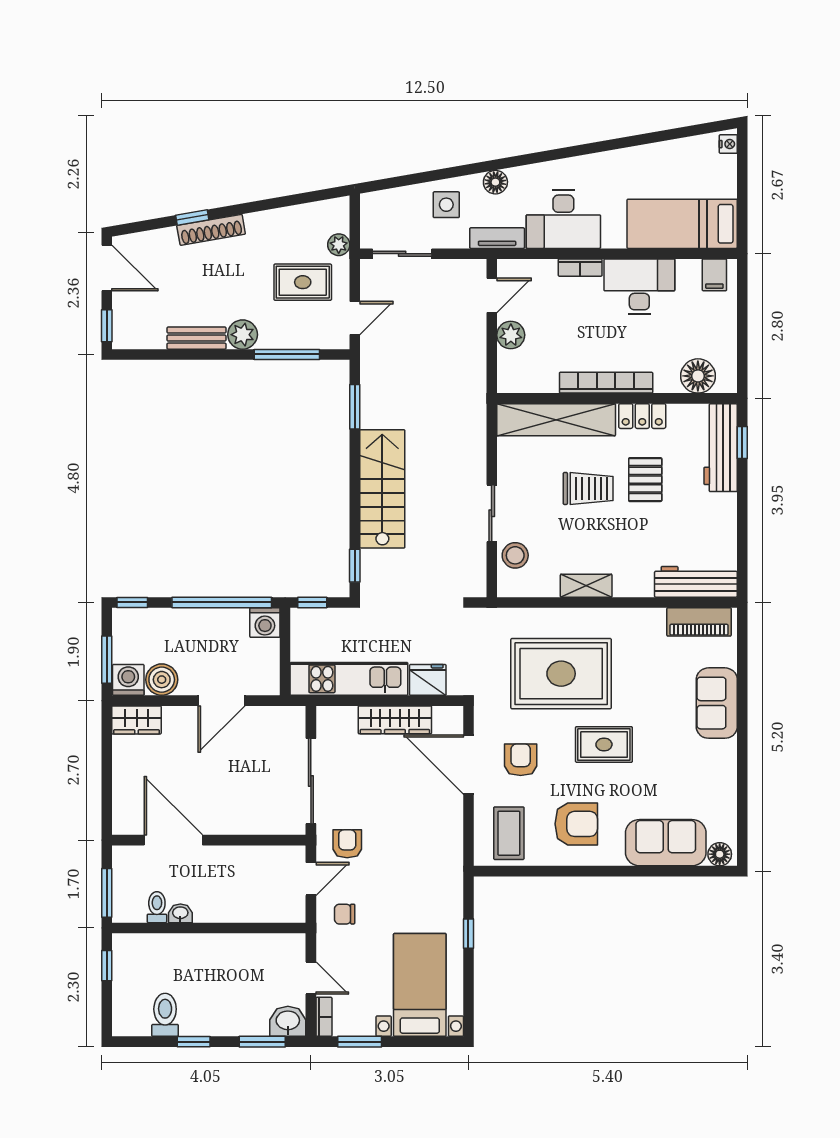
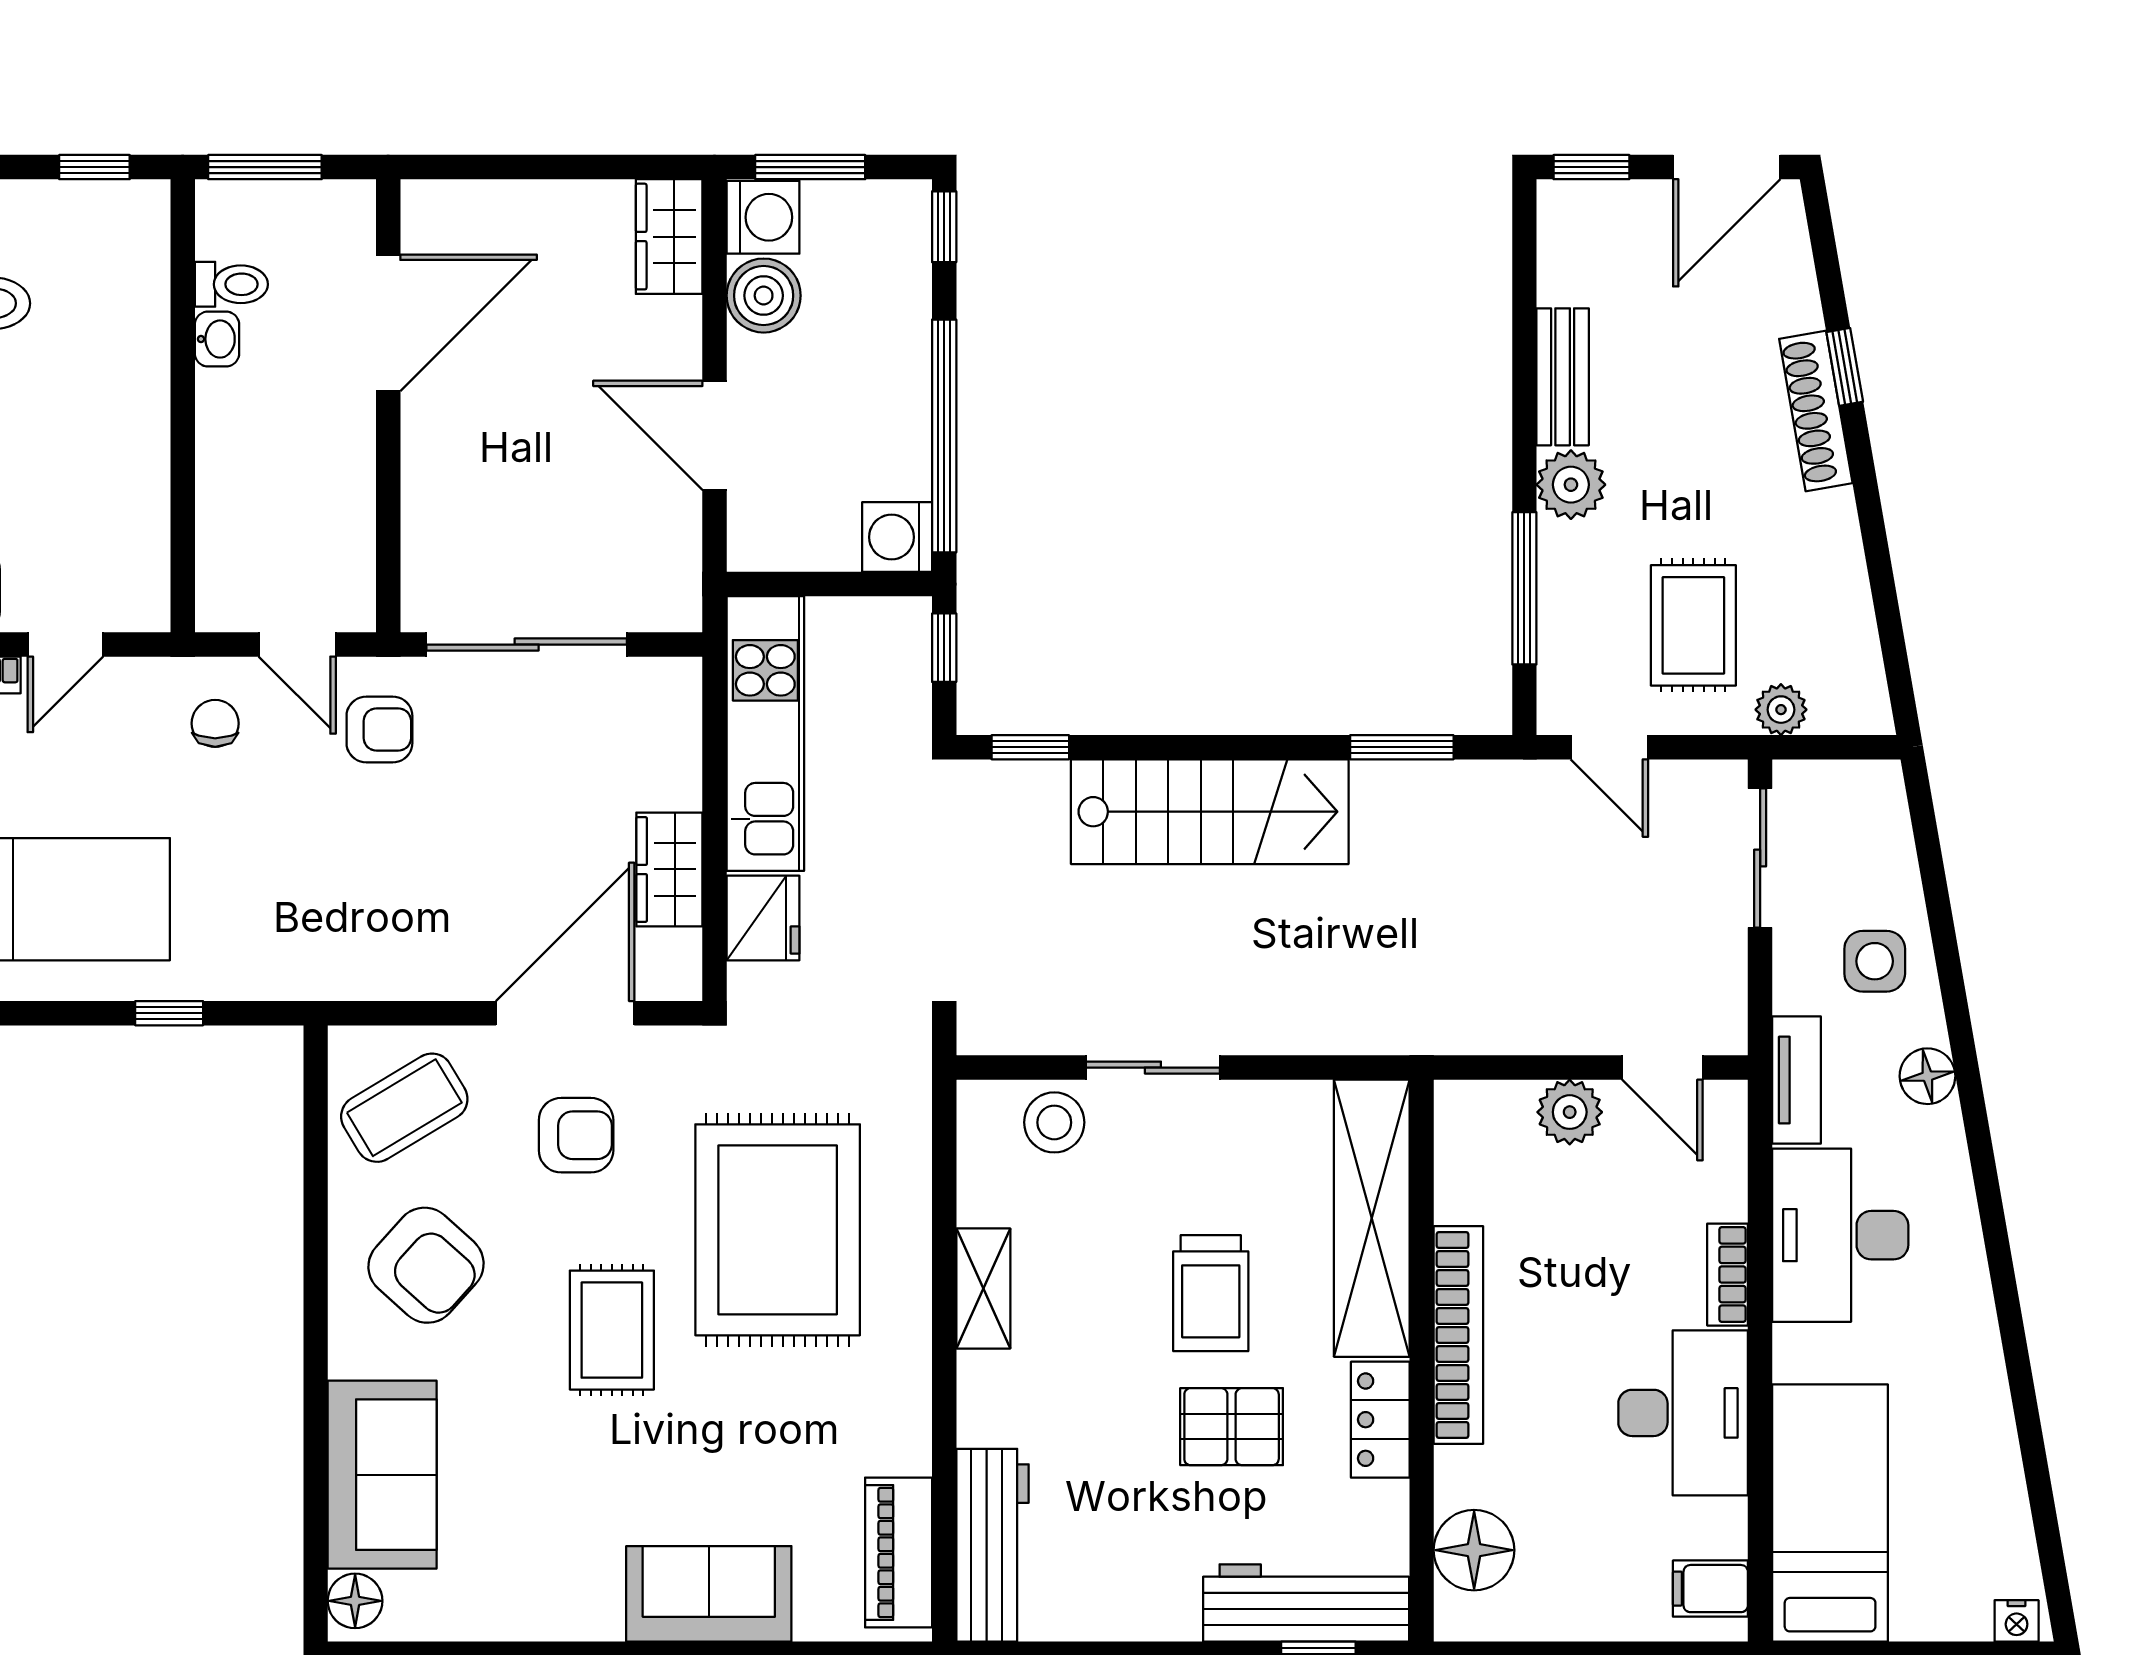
wardrobe: (395, 720) -> (669, 869), width x0.67
armchair: (576, 824) -> (426, 1265), turned -48
coffee table: (509, 833) -> (404, 1108), turned -31

